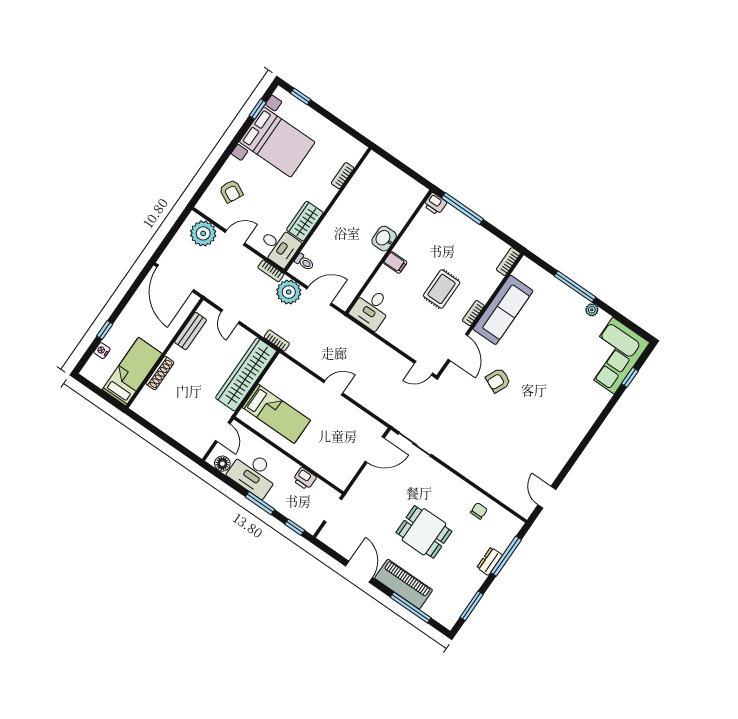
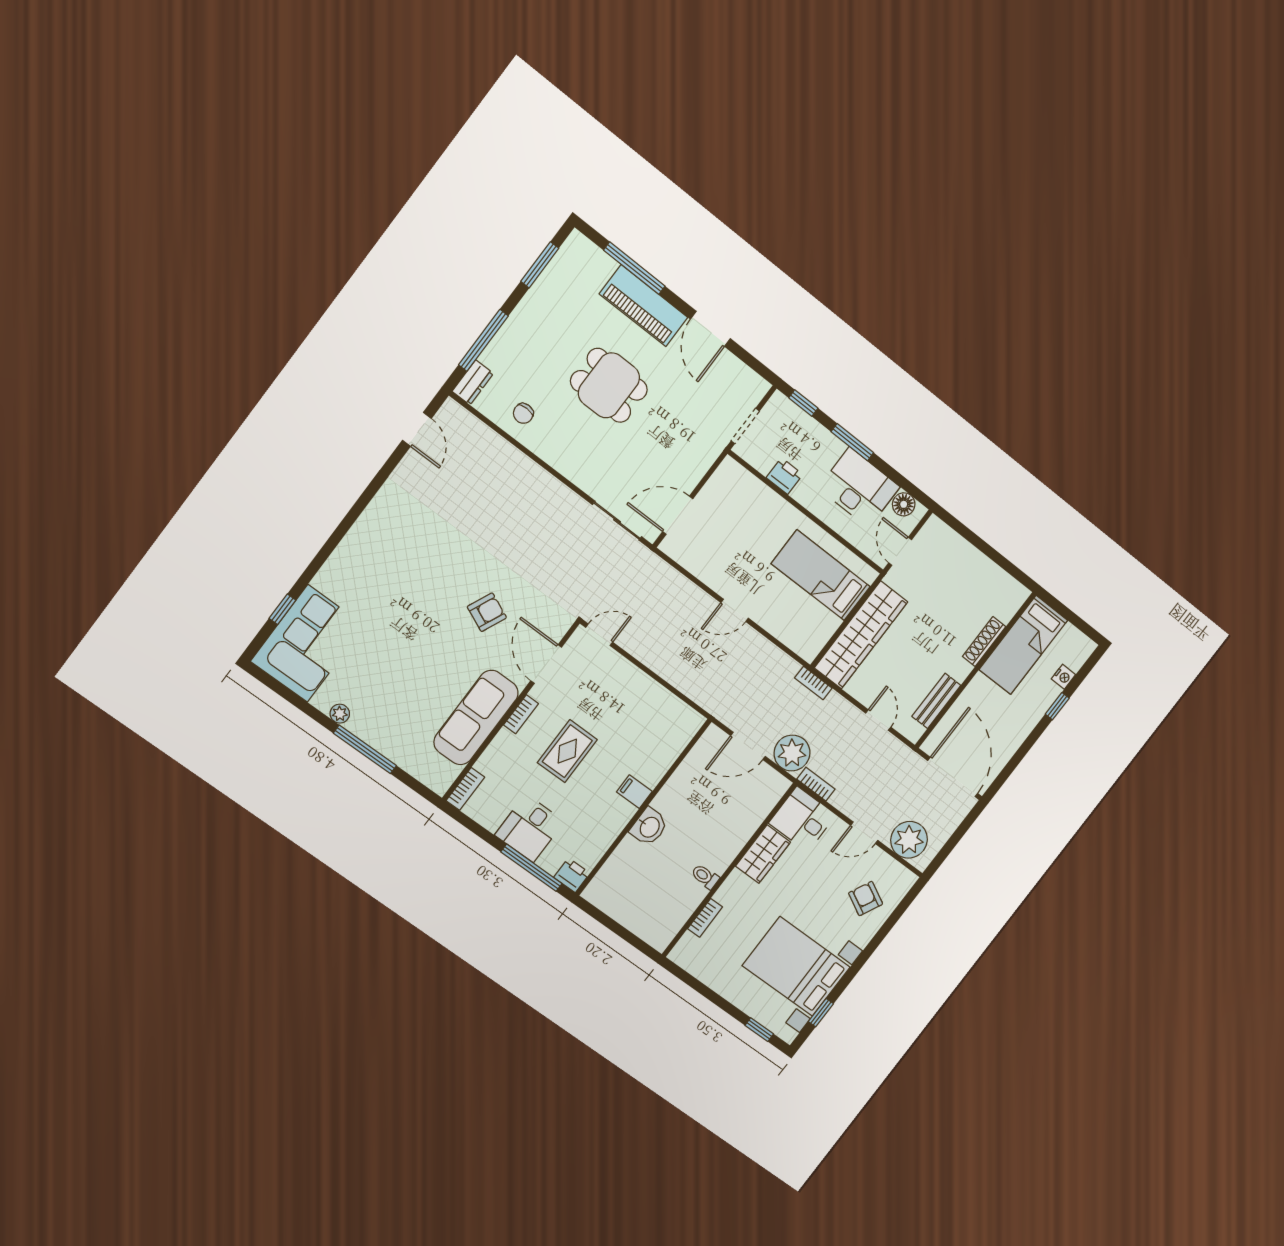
toilet: (304, 262) -> (705, 877), moved
desk: (371, 308) -> (530, 828), moved, turned 180
dresser: (490, 561) -> (473, 382), moved

